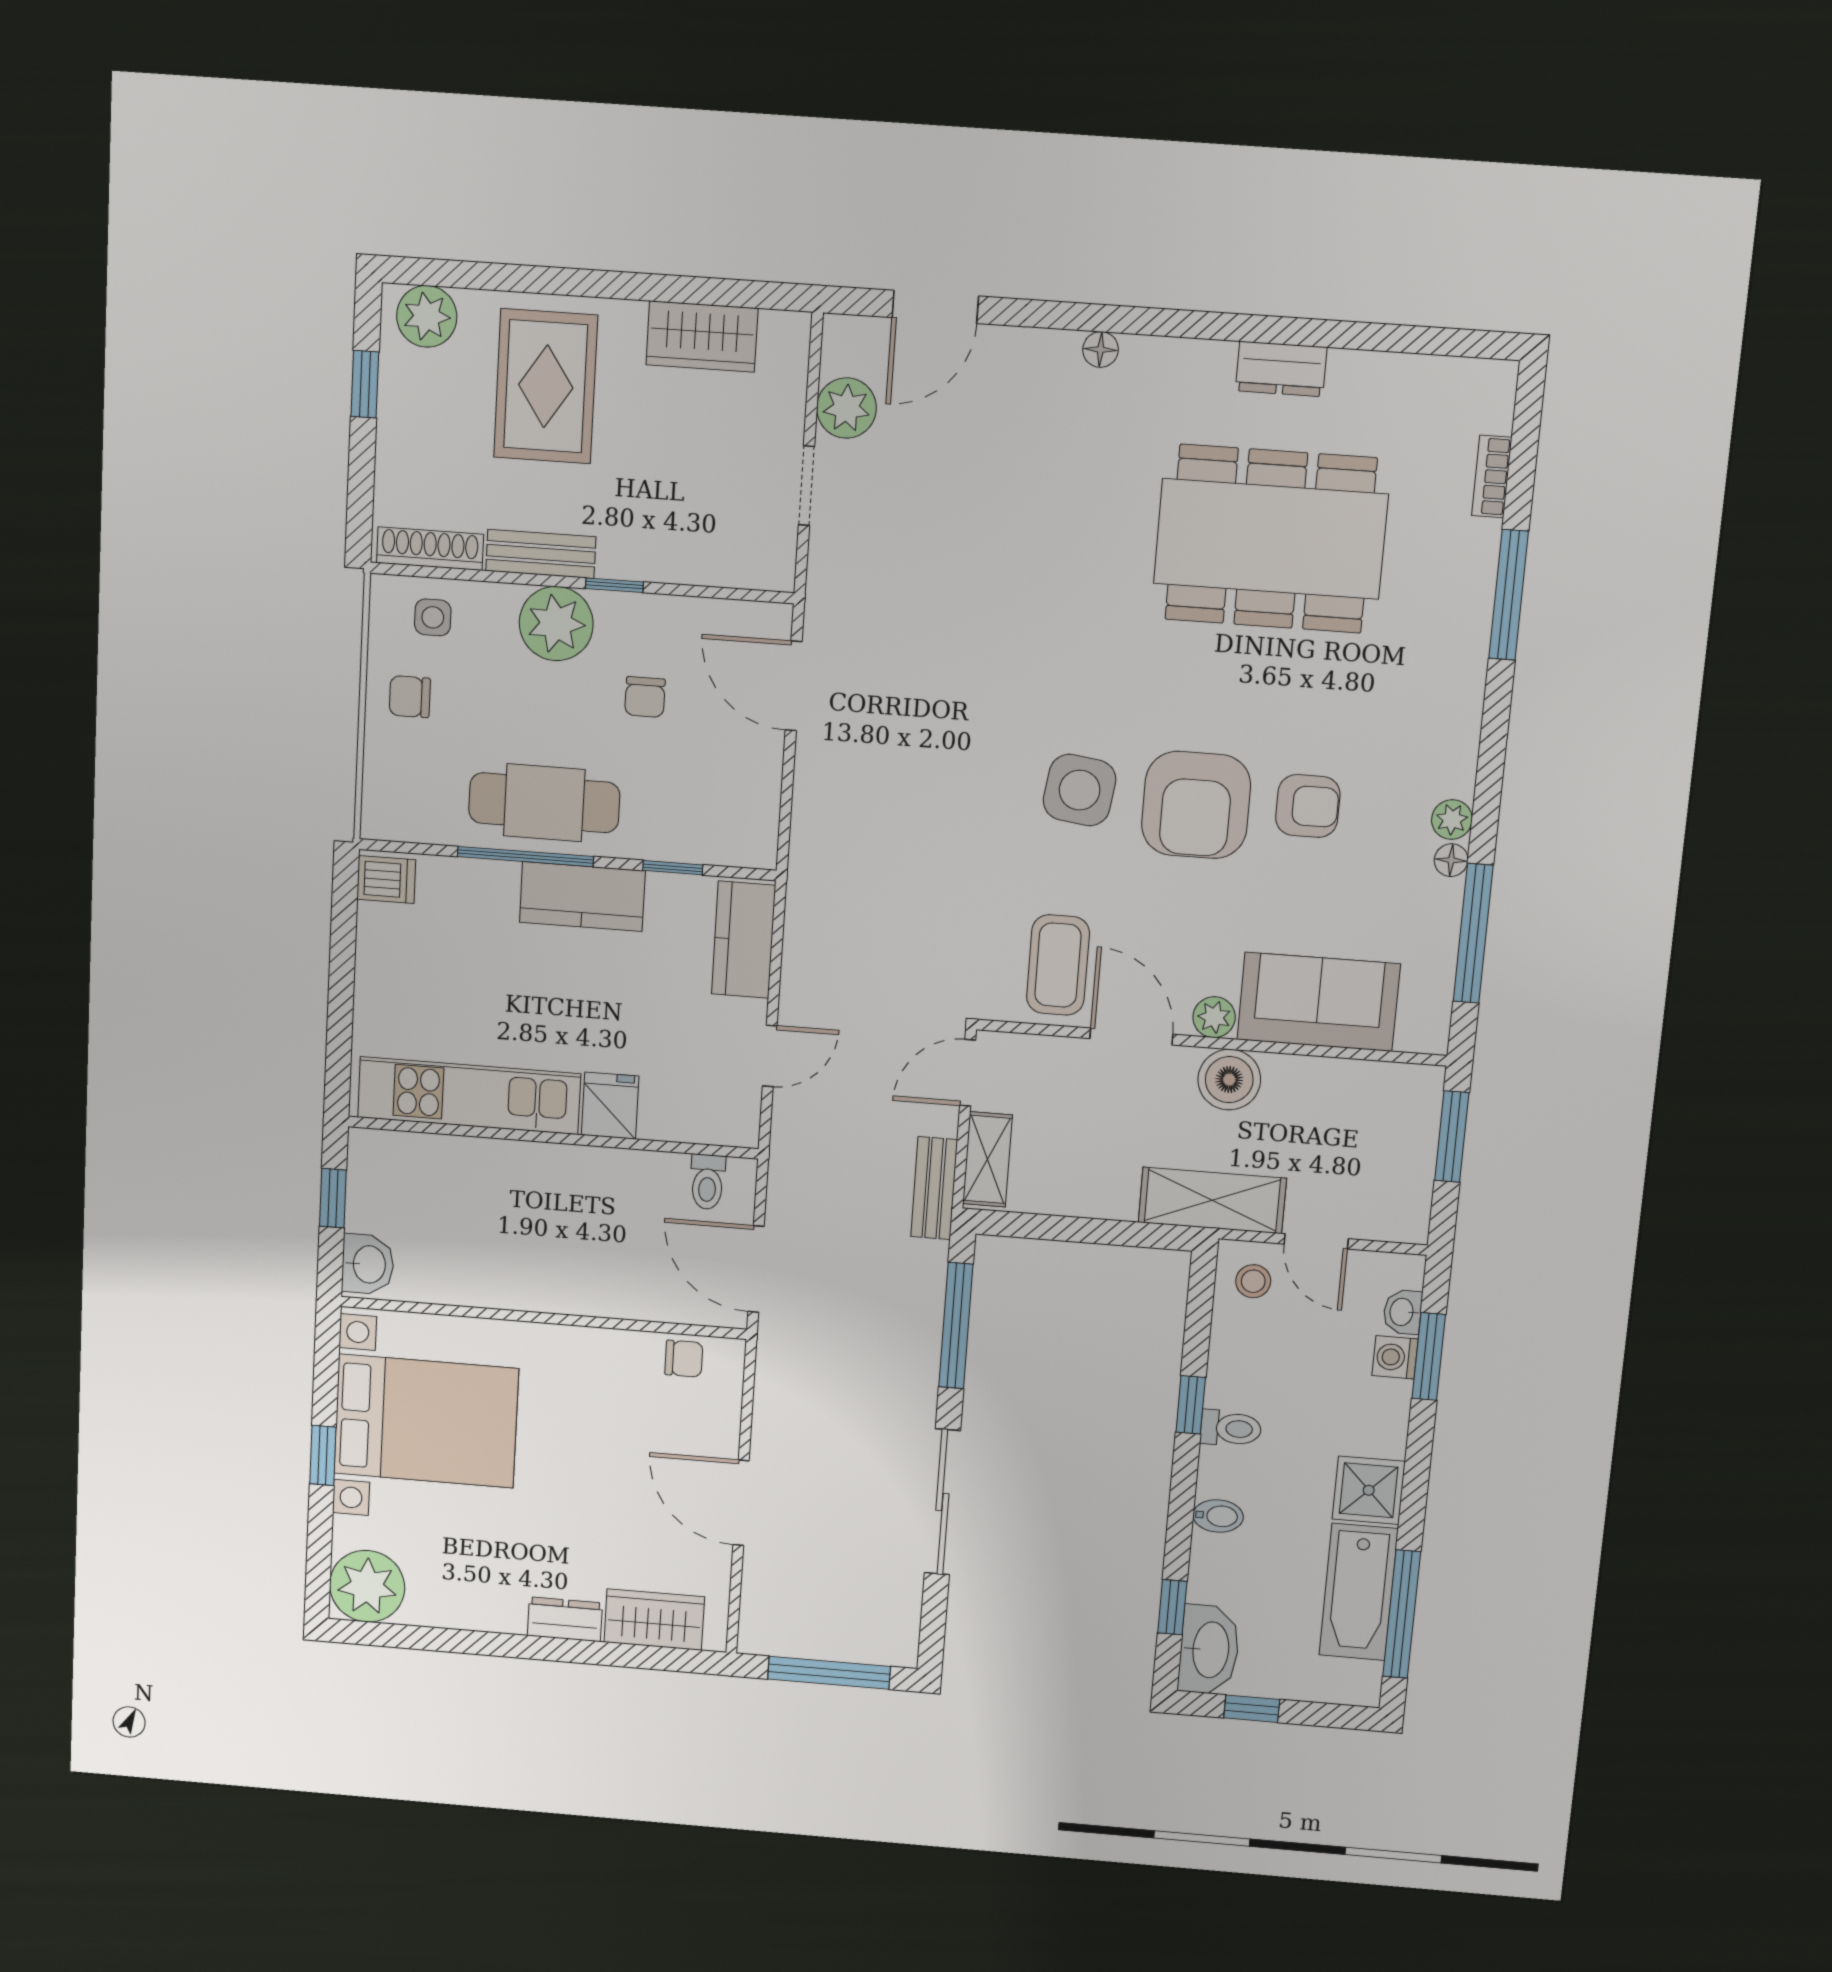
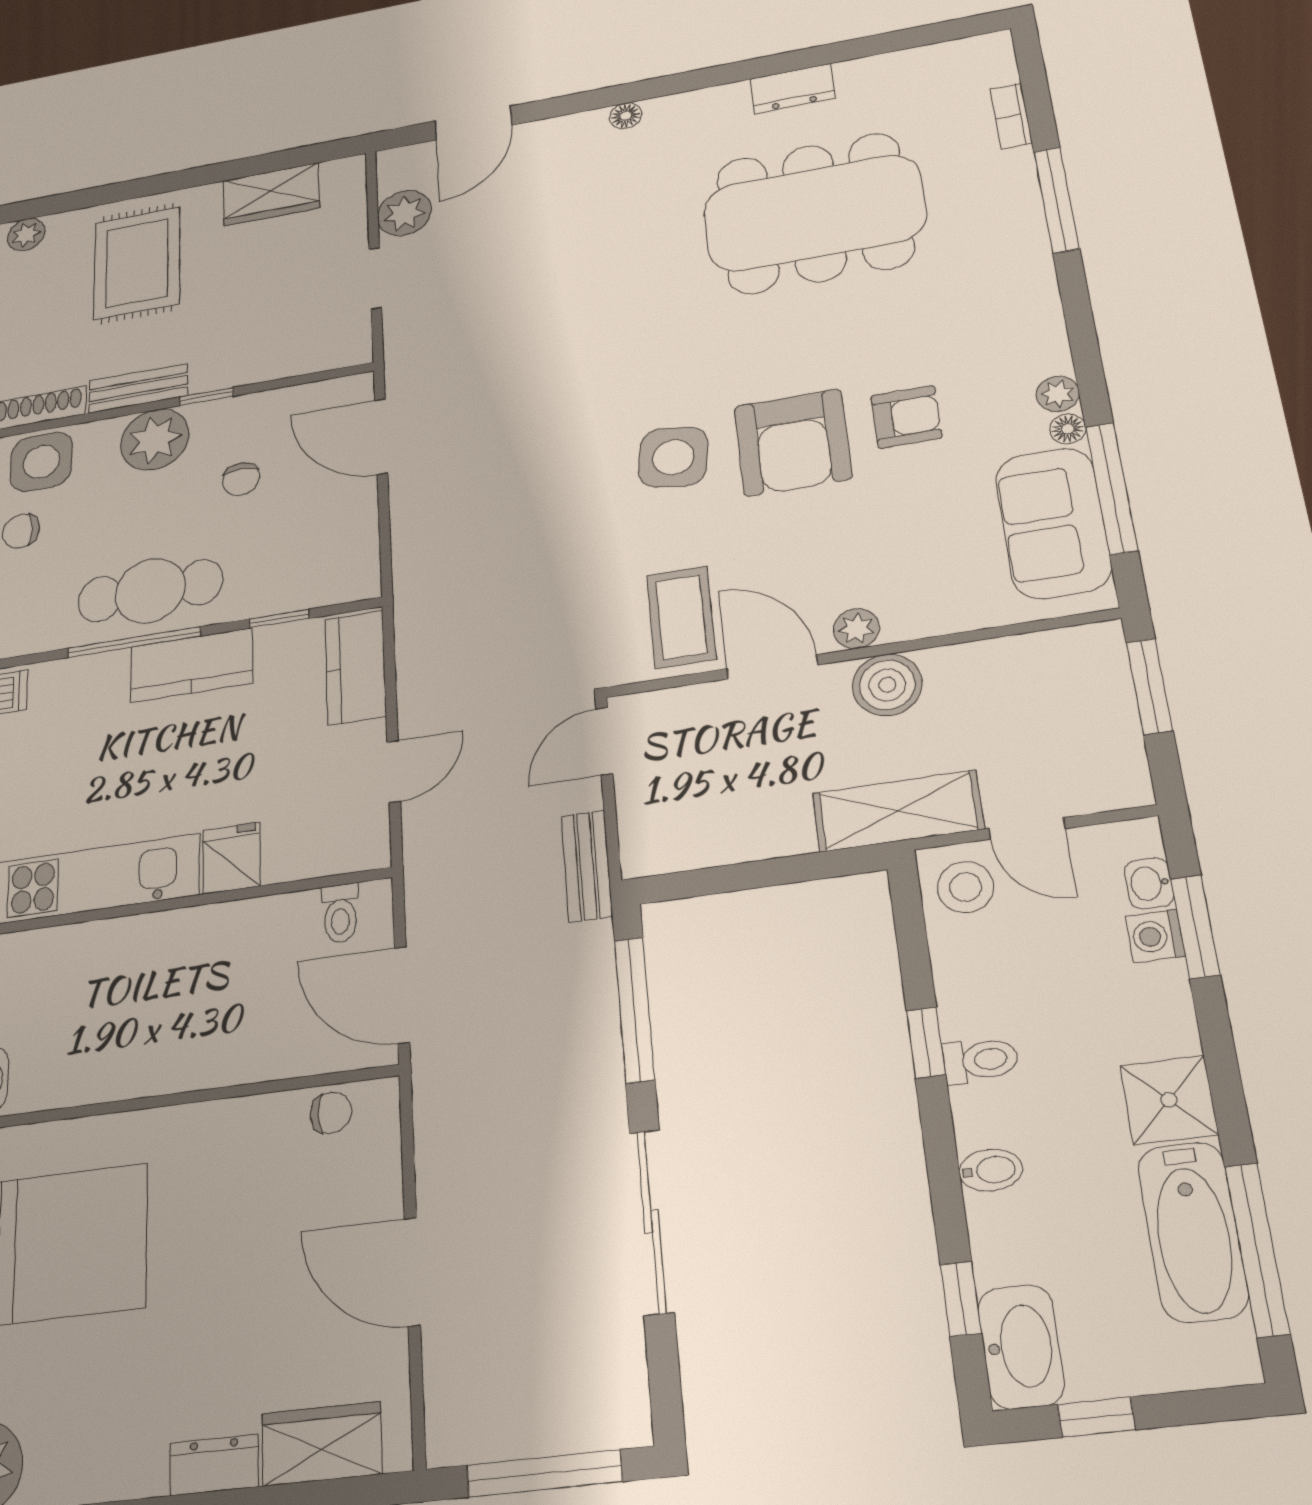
plant: (427, 316) -> (26, 235), width x0.73, depth x0.73
side table: (433, 617) -> (41, 462), width x1.87, depth x1.87
sofa: (1319, 1002) -> (1053, 523), moved, turned -90
shelving: (988, 1159) -> (640, 823), removed
stool: (1253, 1281) -> (966, 887), width x1.37, depth x1.37

